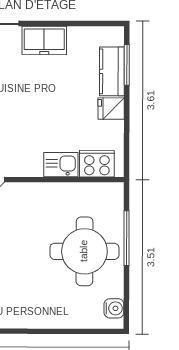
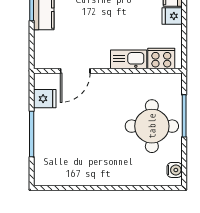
kitchen sink: (61, 165) -> (129, 59), width x1.38

